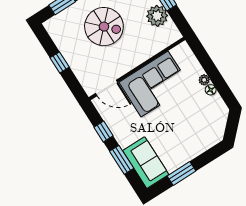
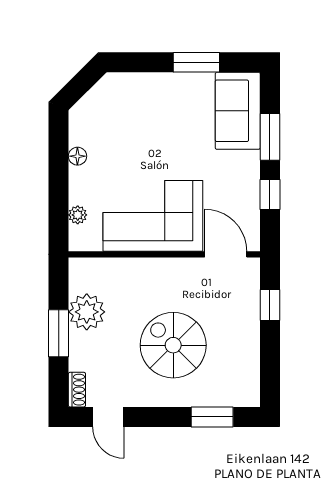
window: (60, 62) -> (270, 305), moved
plant: (204, 80) -> (78, 215), moved

